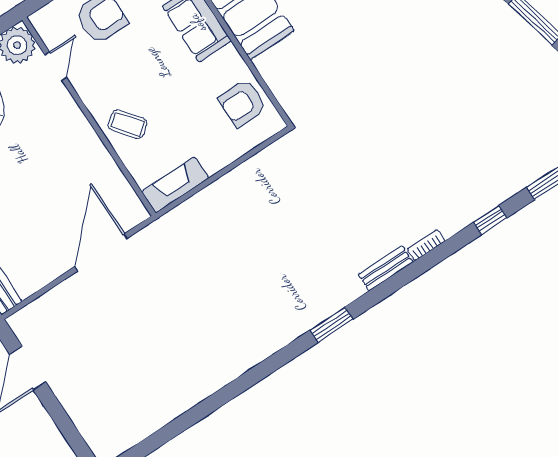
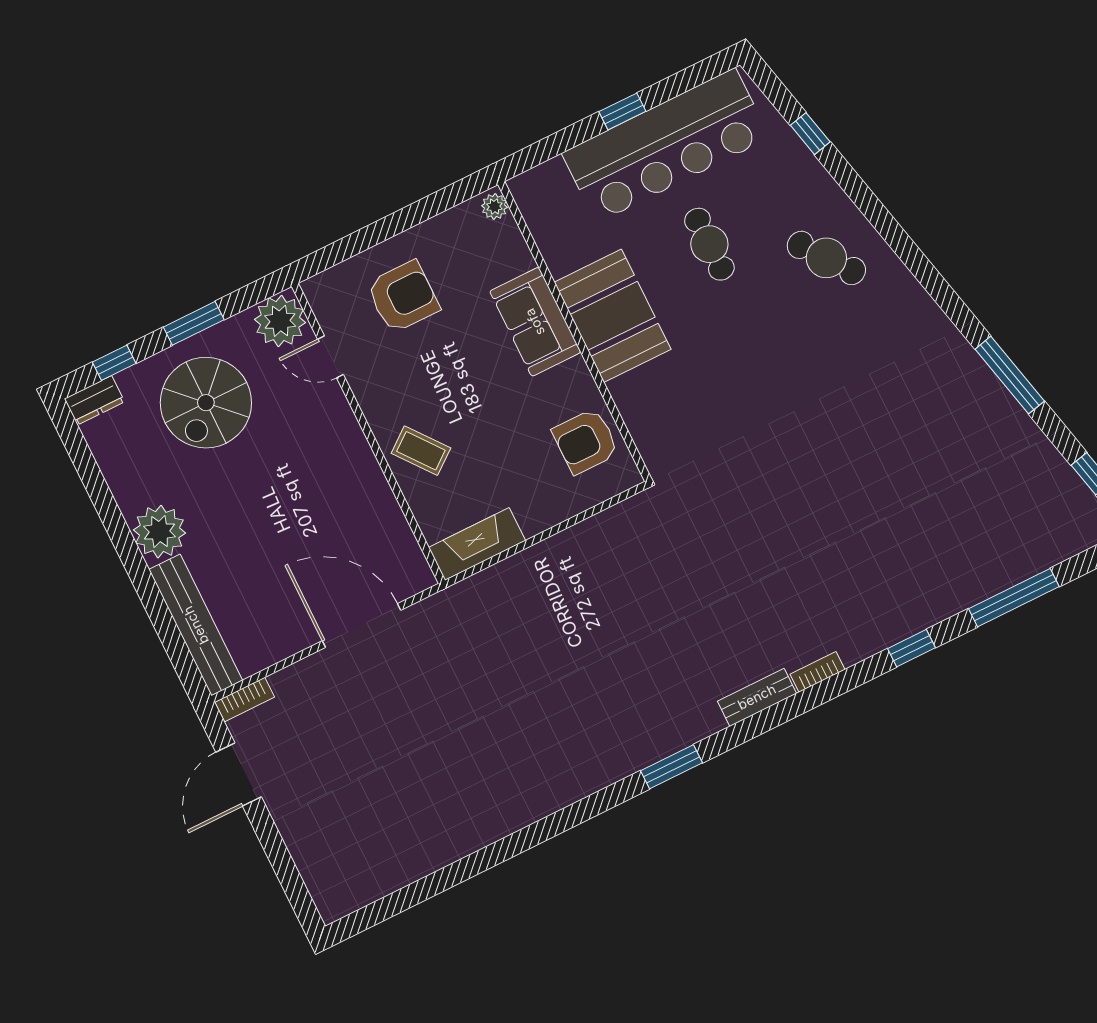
door: (56, 66) -> (331, 357), swing flipped
door: (101, 252) -> (362, 625), hinge flipped
bookcase: (25, 315) -> (245, 699), added

